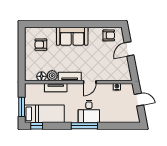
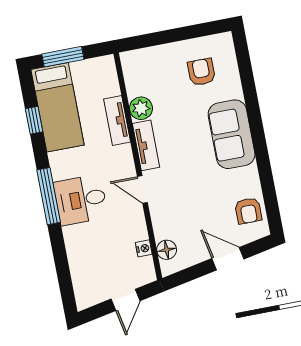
floor lamp: (41, 76) -> (167, 250), moved
window: (37, 126) -> (34, 120), moved

